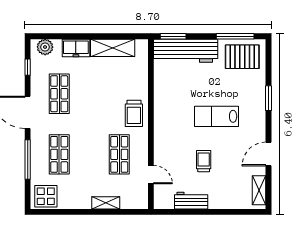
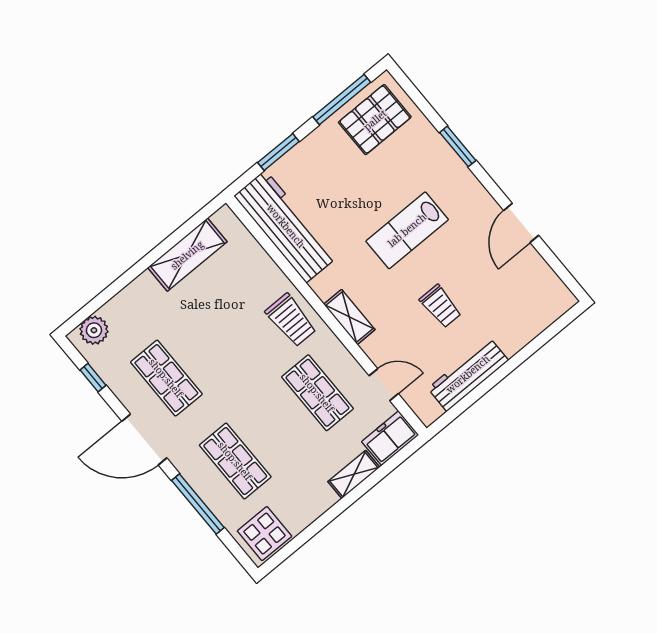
window: (173, 36) -> (278, 152), moved
freezer: (76, 48) -> (390, 438), moved, turned 180
workbench: (186, 51) -> (286, 226), moved, turned -90
trolley: (204, 161) -> (440, 306), turned 180
shelving: (259, 190) -> (349, 317), moved
workbench: (191, 201) -> (468, 374), width x1.38

